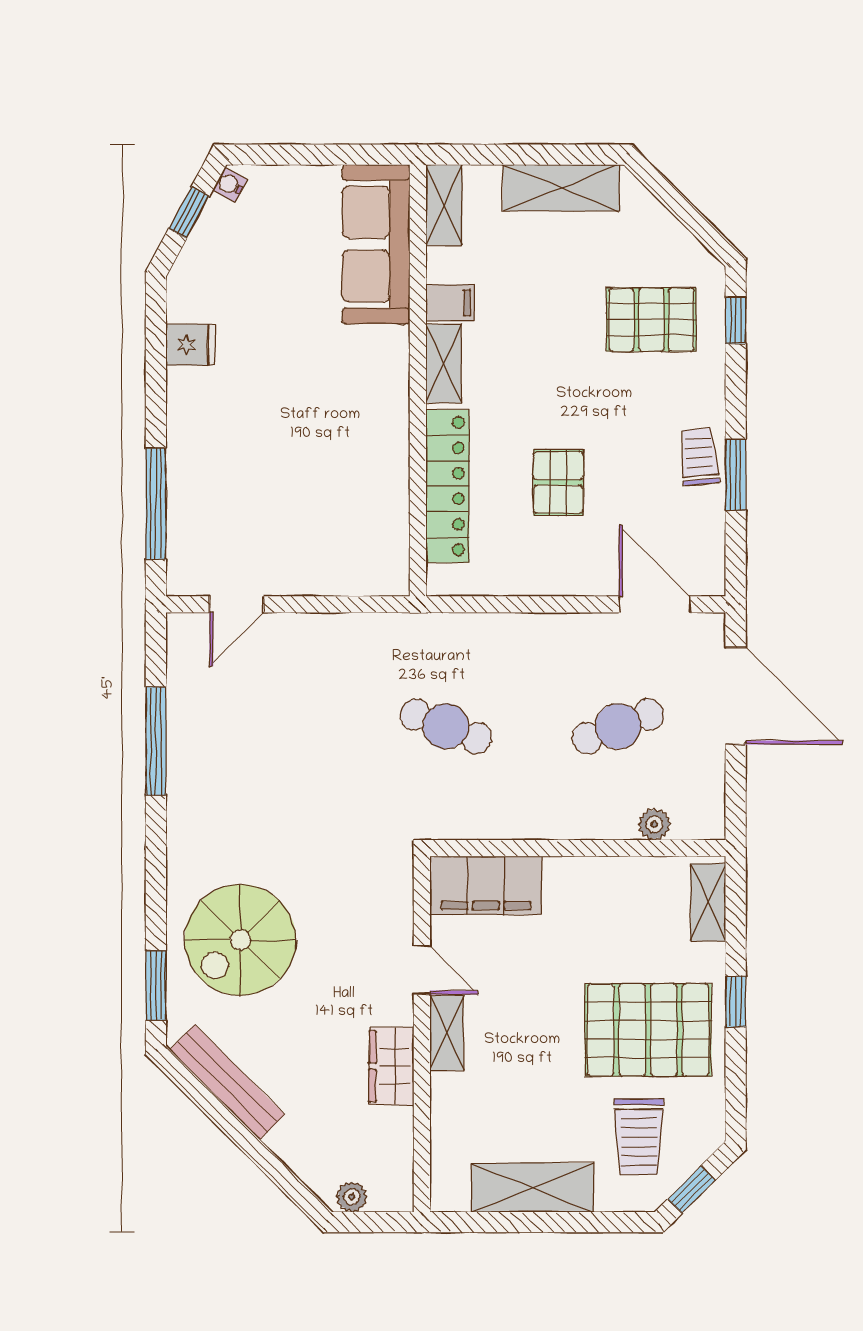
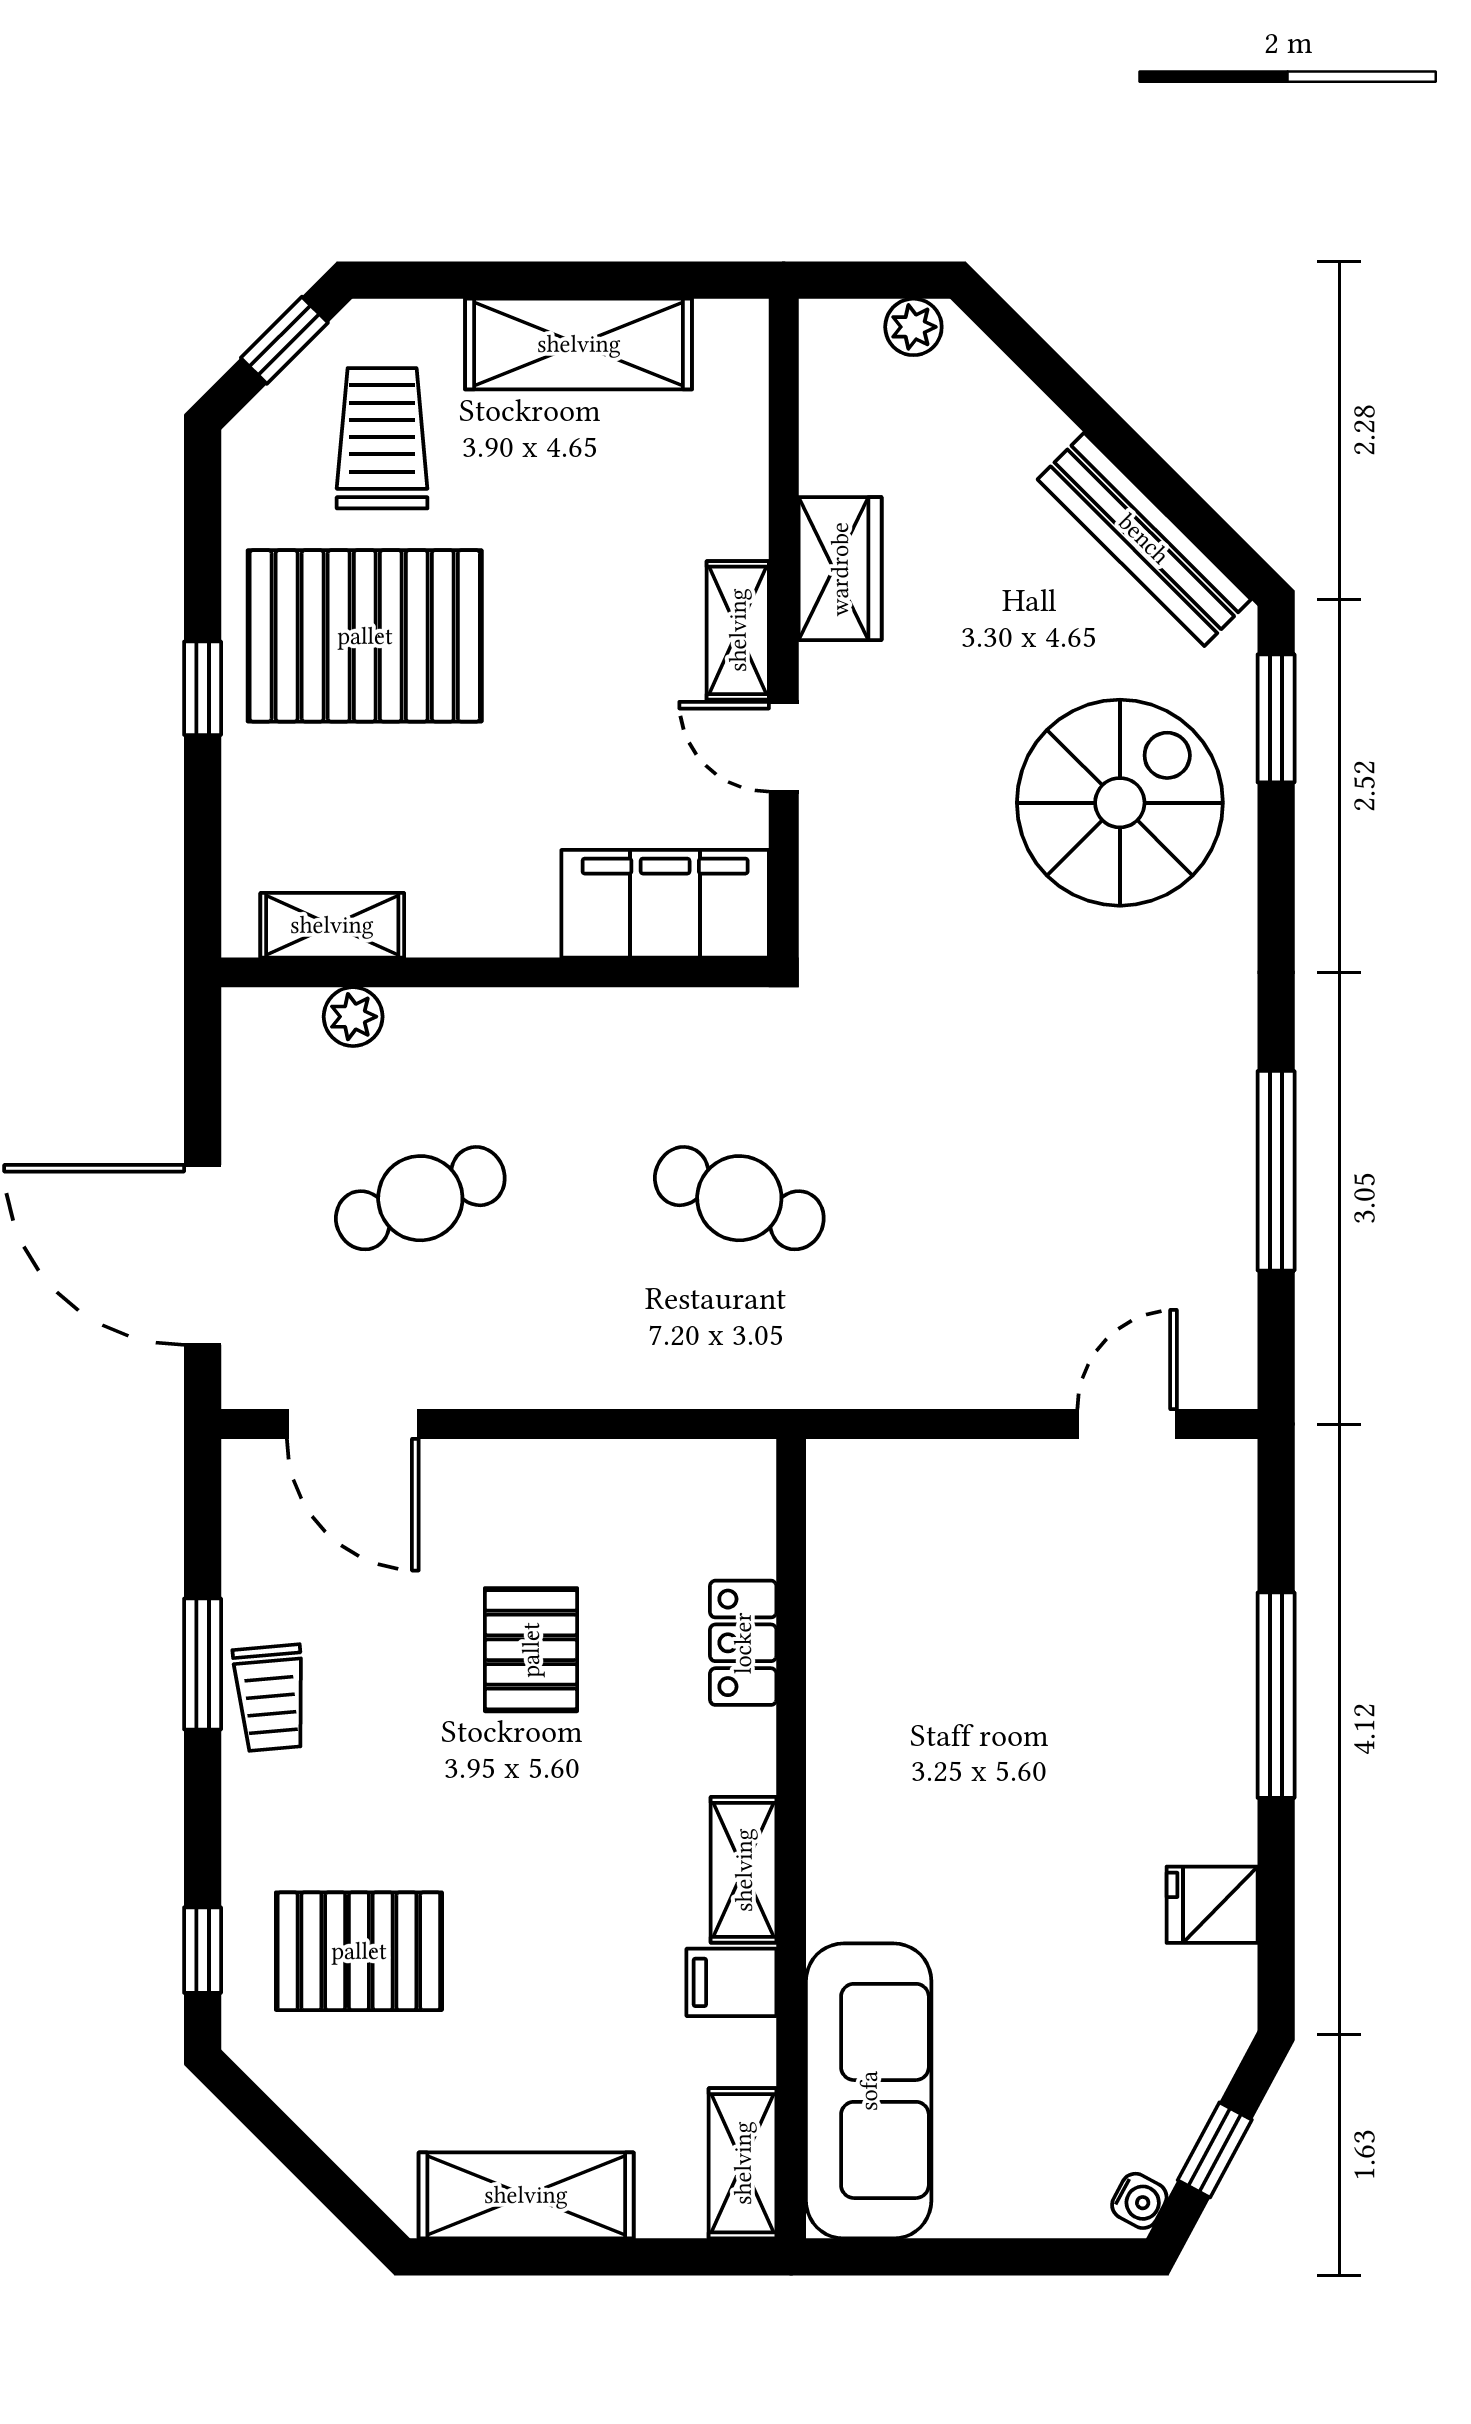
locker: (447, 486) -> (743, 1643), width x0.46, depth x0.83
window: (156, 504) -> (1276, 1695), moved
shelving: (708, 902) -> (332, 925), moved, turned 90

